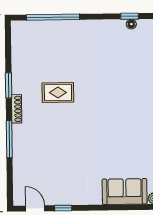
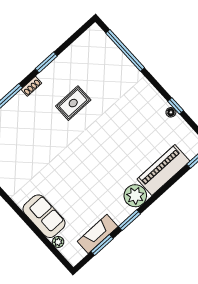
rug: (58, 93) -> (73, 103), turned 90
shoe rack: (17, 109) -> (31, 86), width x0.70

